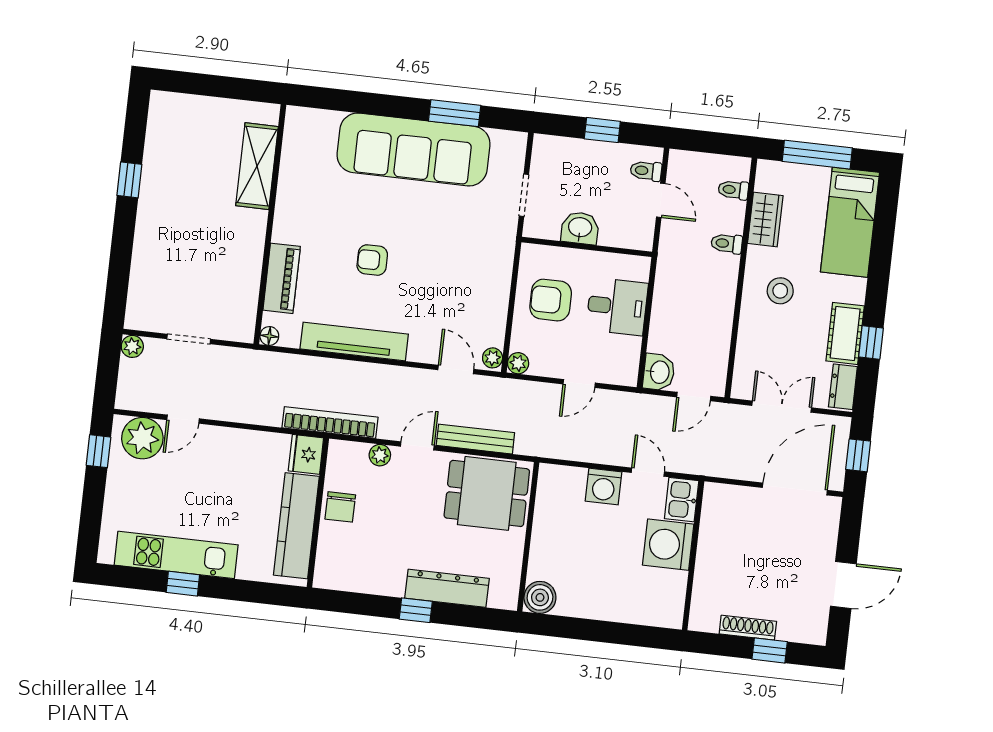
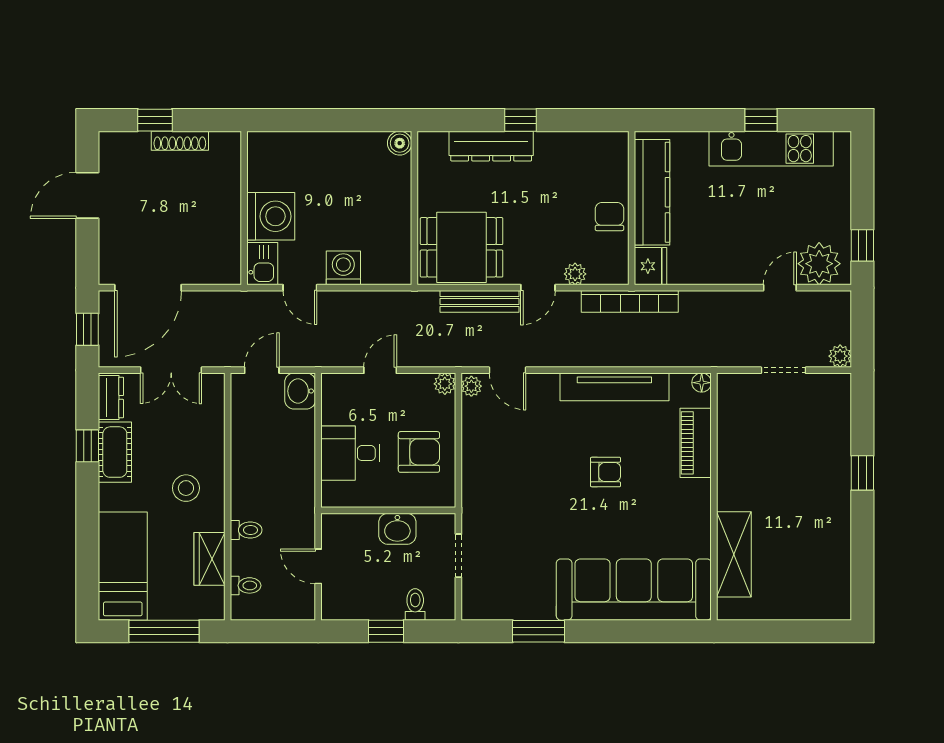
sofa: (413, 149) -> (634, 590), moved
toilet: (646, 171) -> (415, 604), moved, turned -90
window: (129, 180) -> (862, 473), moved
boiler: (540, 597) -> (400, 143), width x0.73, depth x0.73

